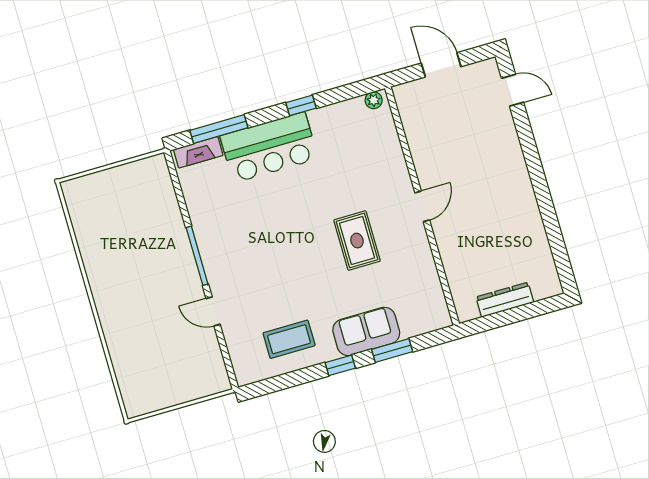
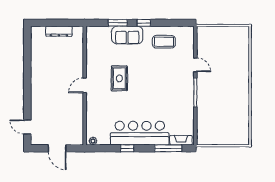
bar counter: (269, 147) -> (140, 133), width x1.36

